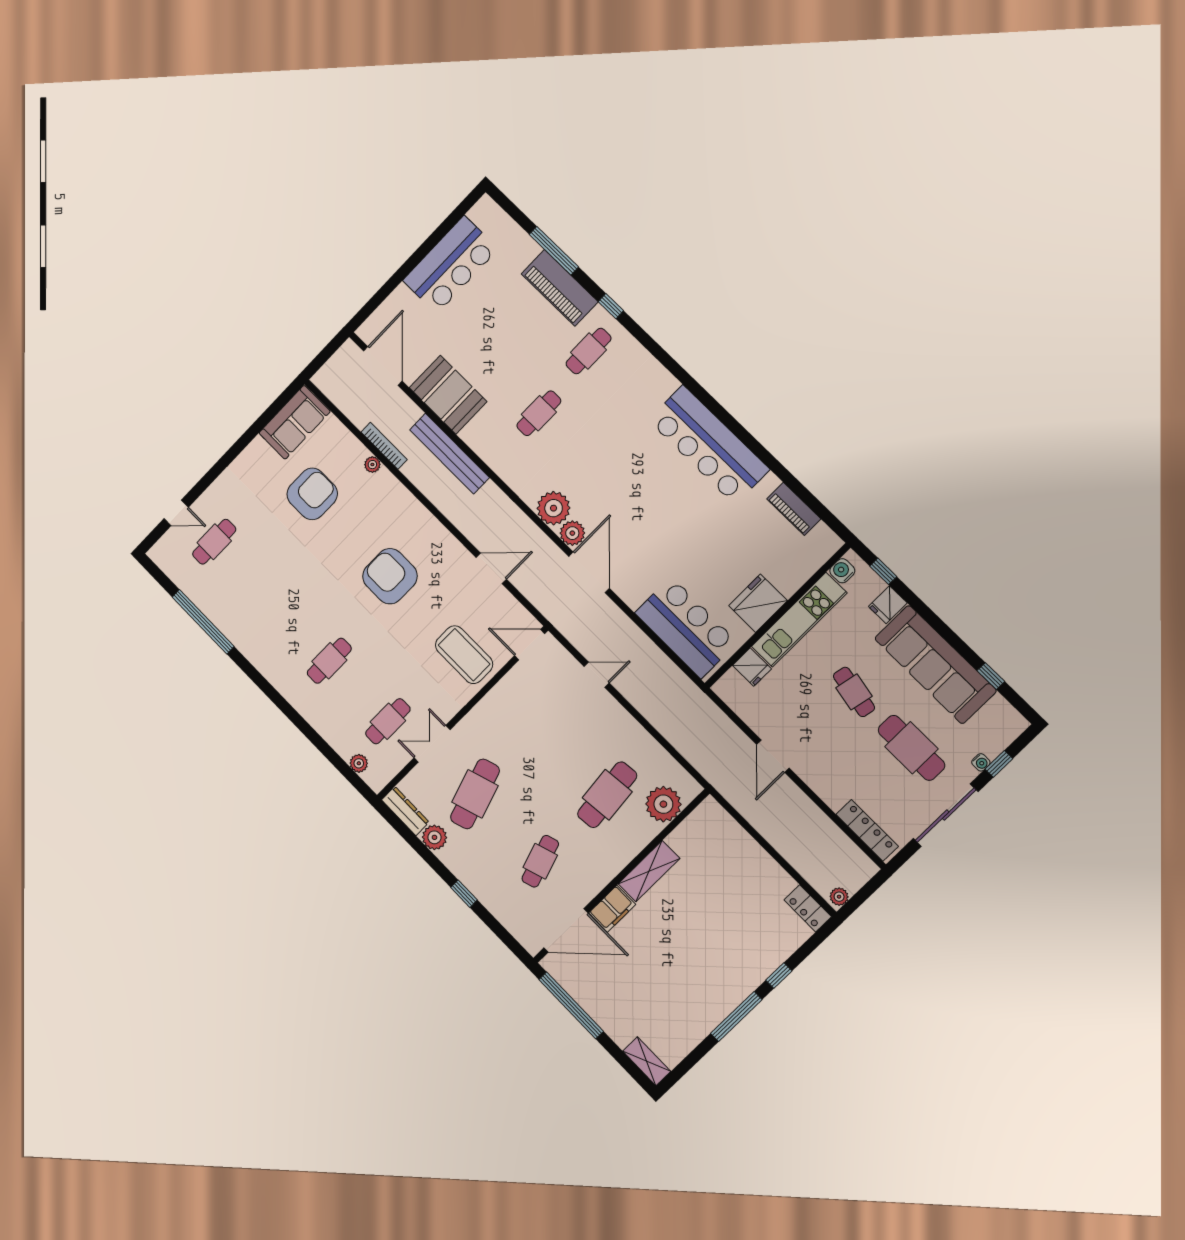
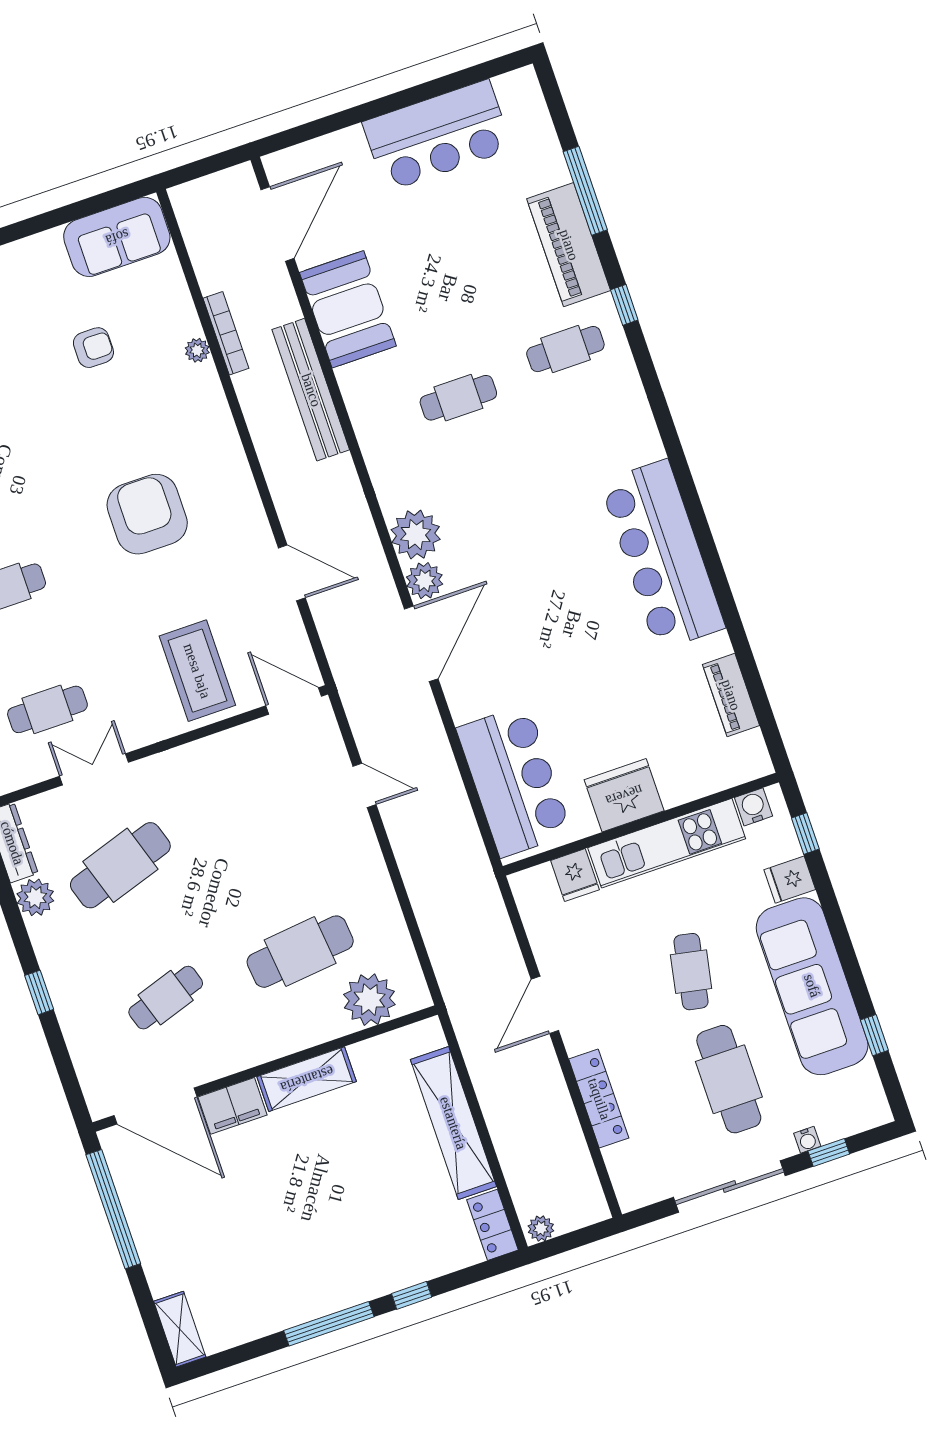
armchair: (312, 494) -> (93, 348), width x0.53, depth x0.53
locker: (867, 830) -> (599, 1099), moved
shelving: (752, 856) -> (453, 1123), added

